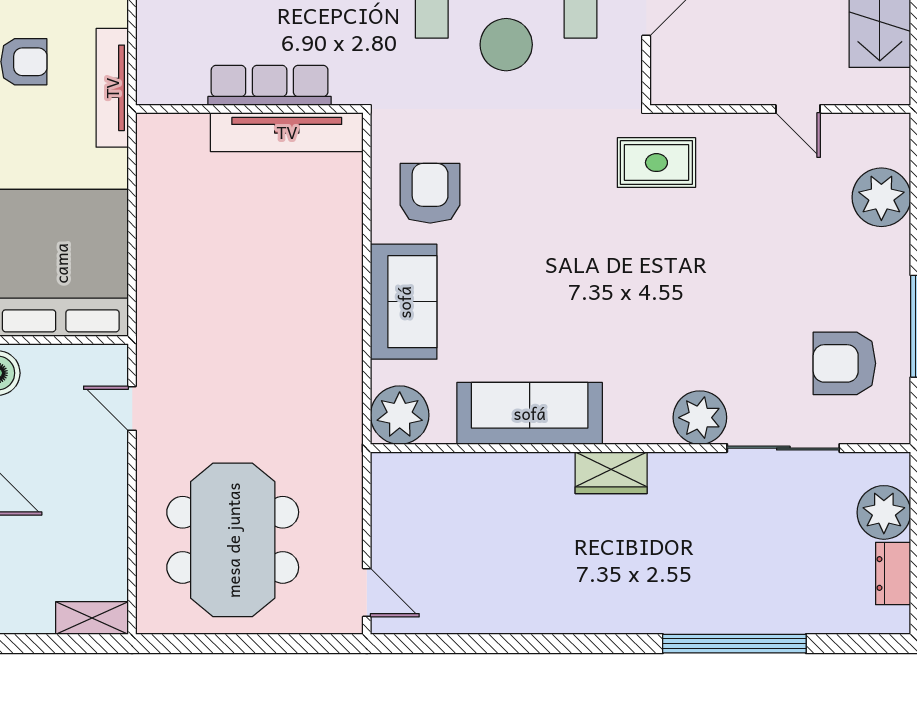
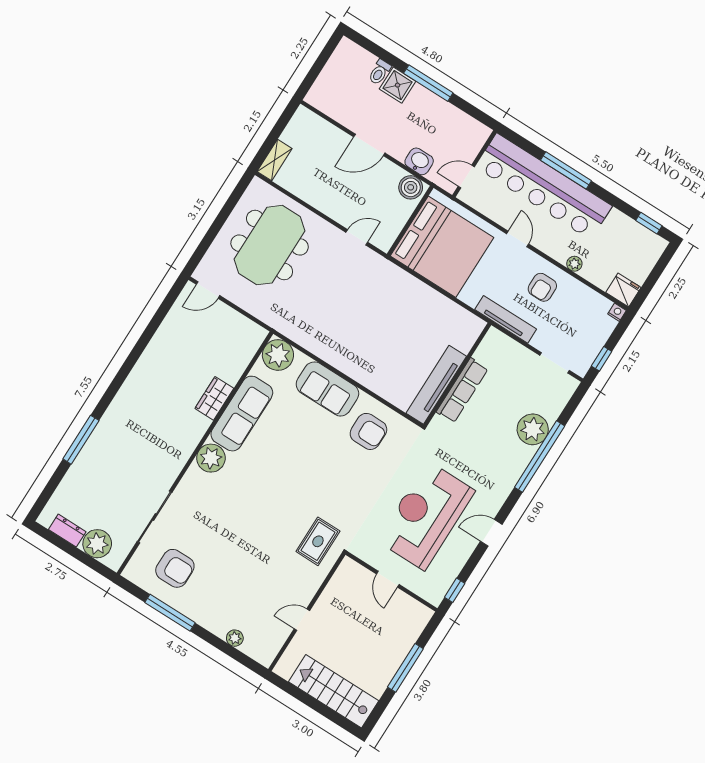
plant: (881, 197) -> (235, 638), width x0.53, depth x0.53
armchair: (844, 363) -> (175, 568), turned 90
plant: (700, 418) -> (211, 458), moved
wardrobe: (611, 473) -> (214, 398), moved
meeting table: (233, 540) -> (270, 245), turned 90
window: (734, 644) -> (81, 440), width x0.68

